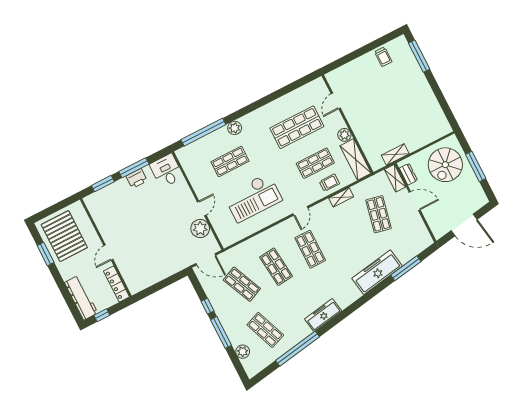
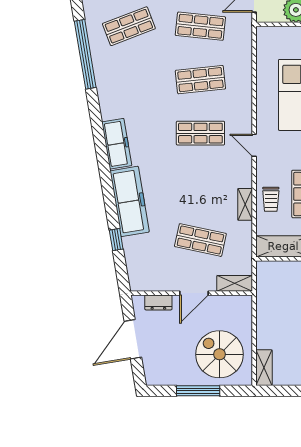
shelving: (395, 154) -> (264, 368), moved
dresser: (408, 174) -> (158, 302), moved
window: (406, 268) -> (116, 240), width x0.46
shop shelf: (242, 284) -> (200, 26), turned 30
freezer: (323, 315) -> (117, 144), moved

